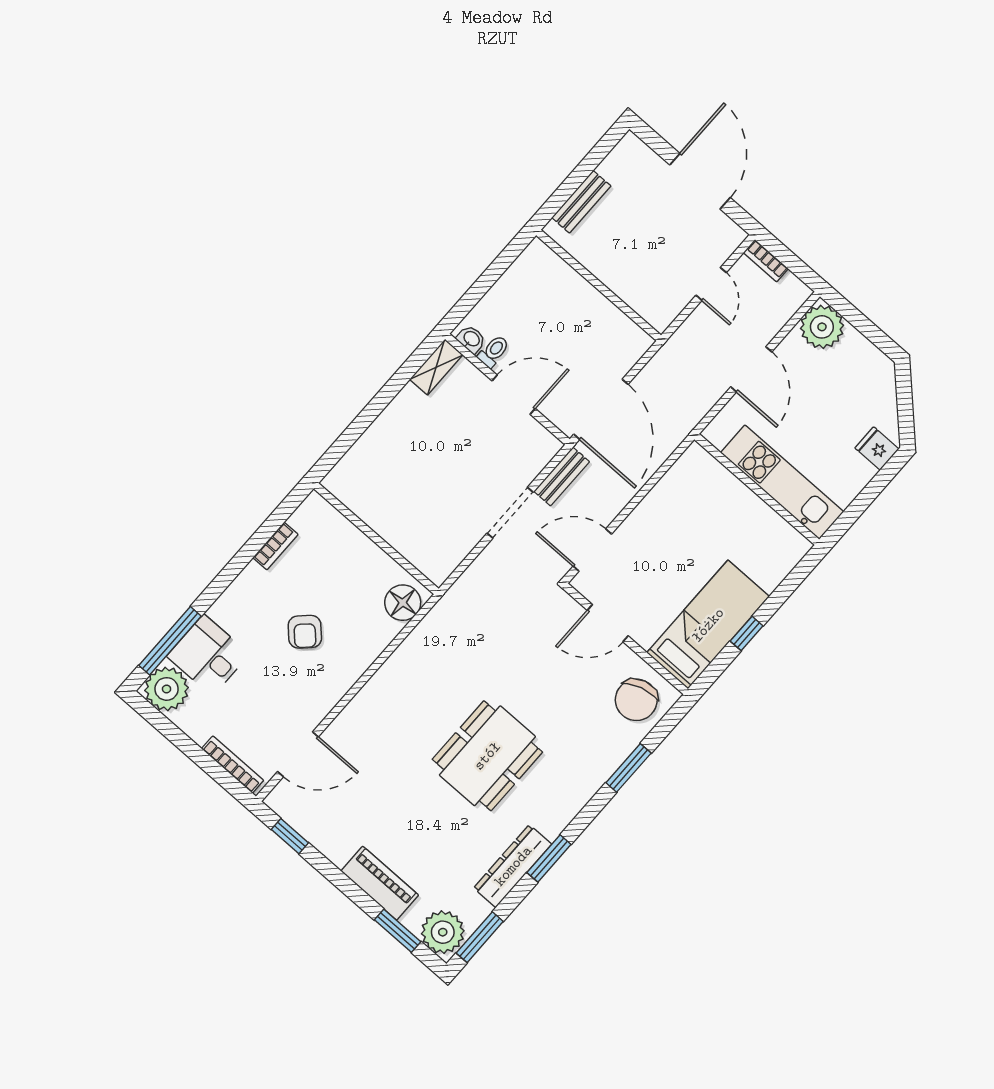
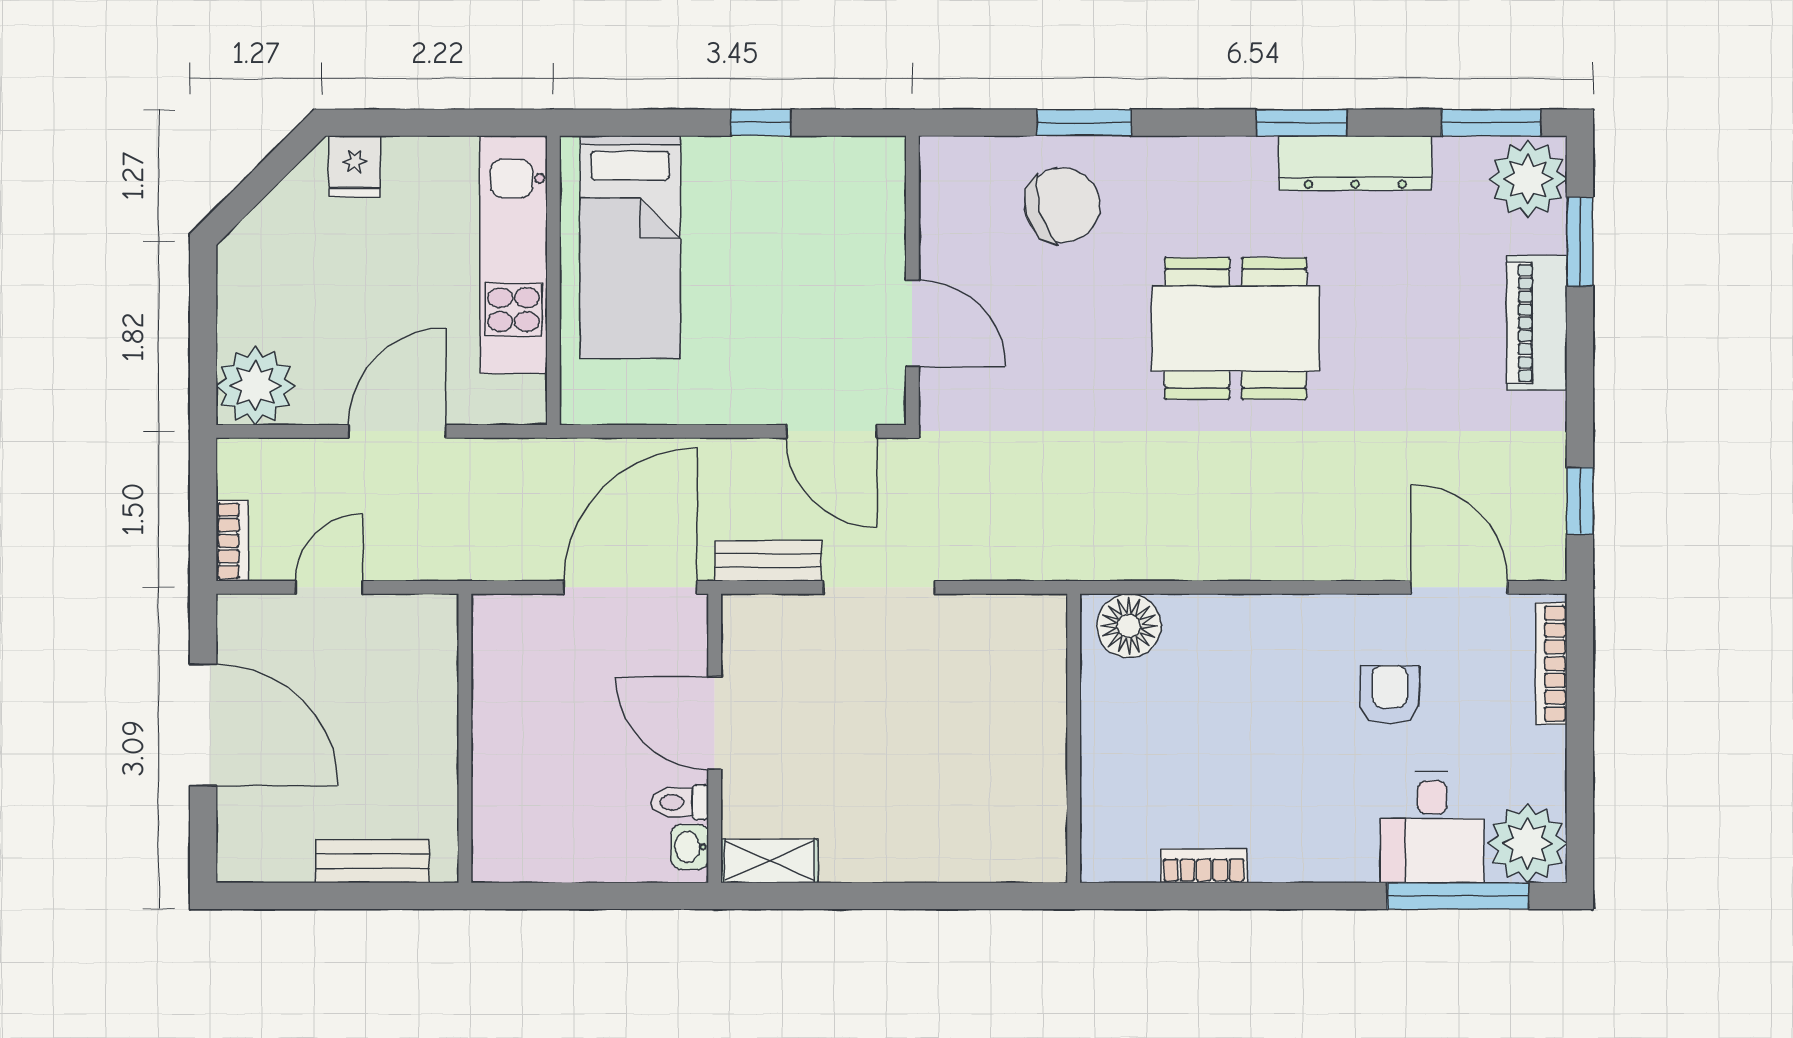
door: (700, 181) -> (203, 725), swing flipped
bed: (708, 625) -> (630, 247), moved, turned -90
armchair: (305, 632) -> (1390, 695), moved, turned -46
chair: (636, 700) -> (1062, 205), moved

